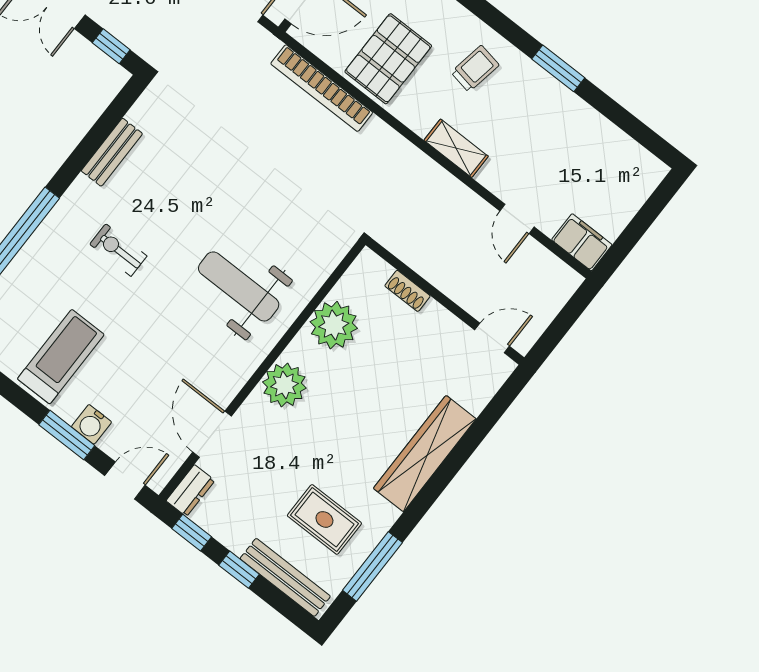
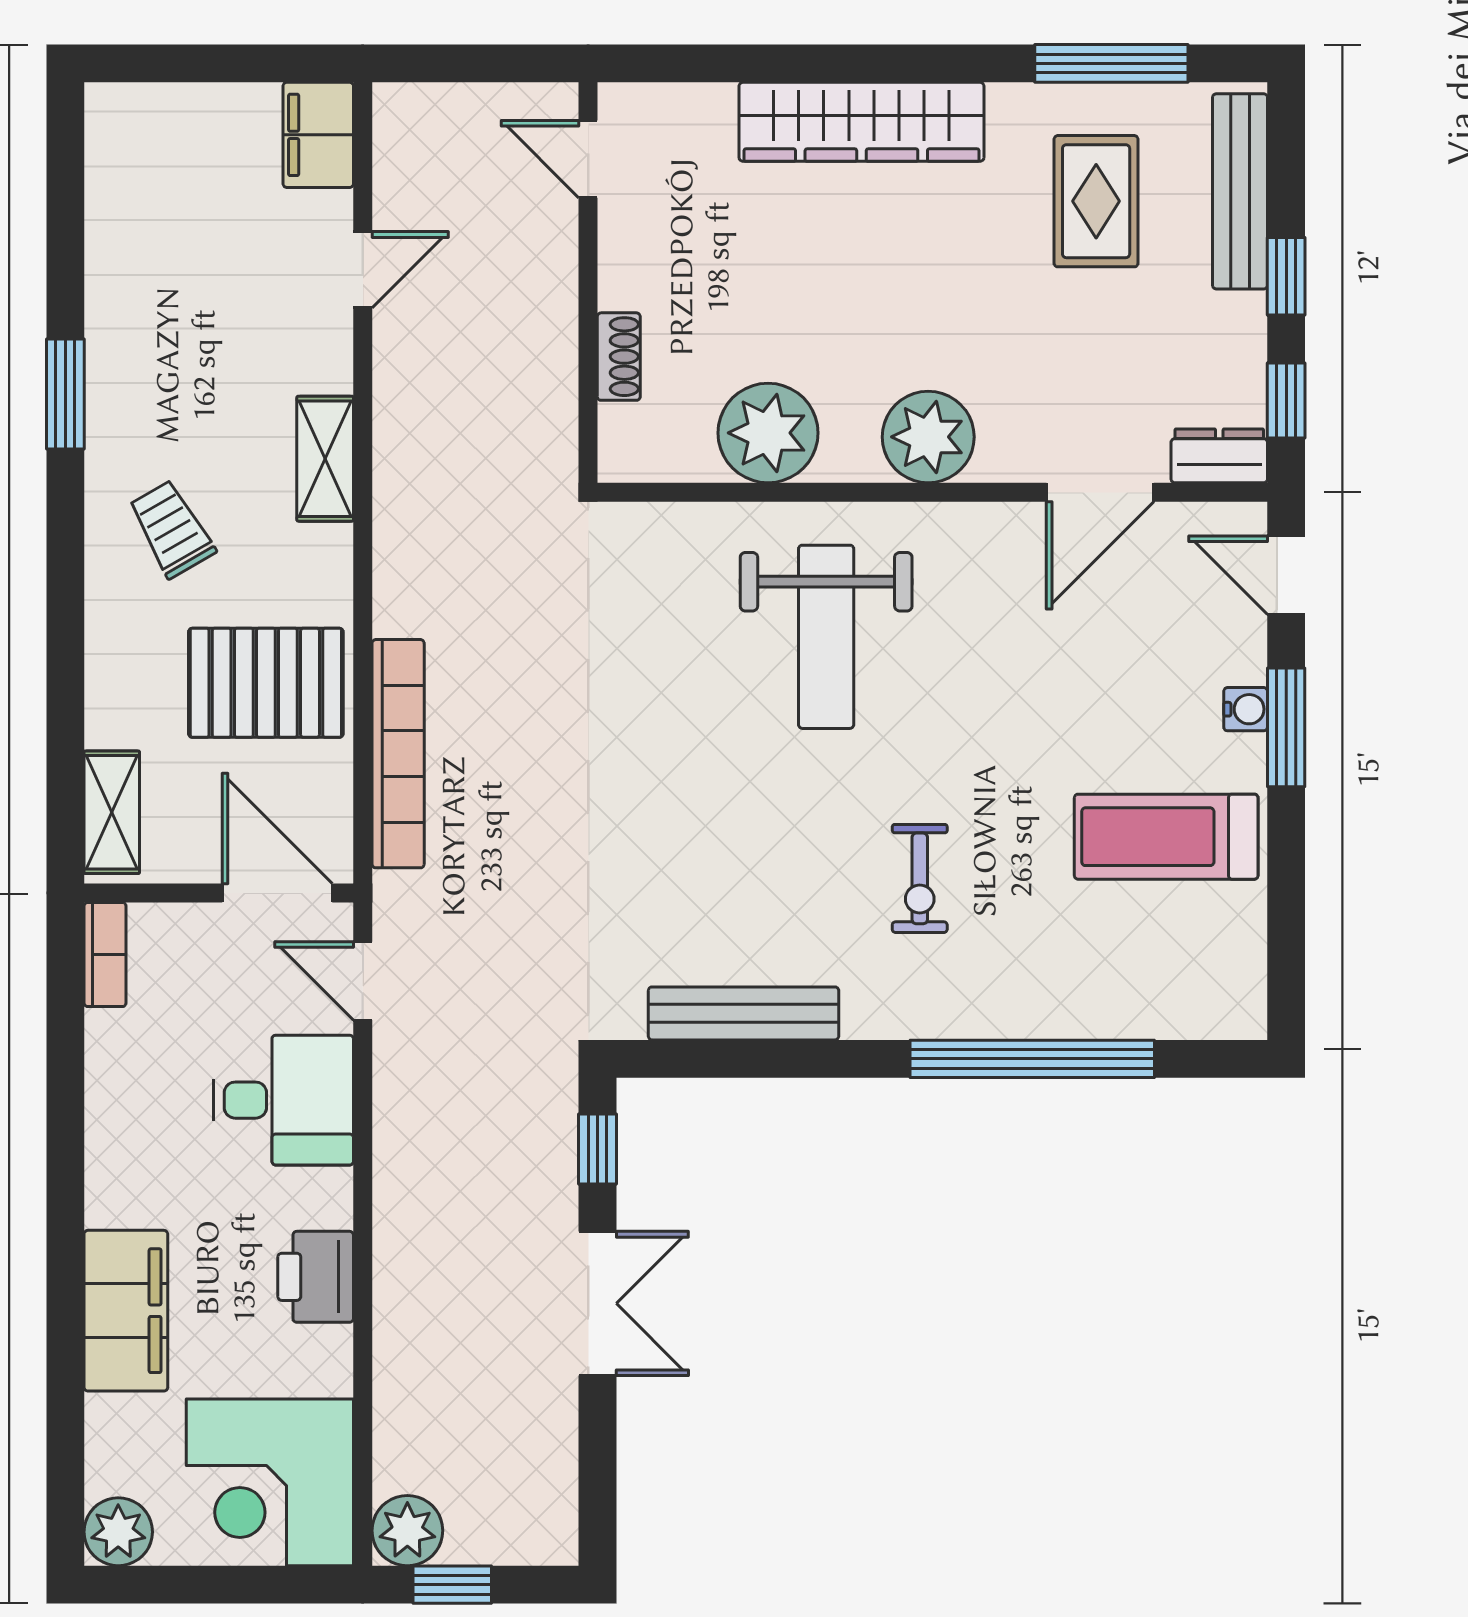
trolley: (475, 69) -> (172, 529), turned 50
bench: (112, 152) -> (744, 1013), width x1.36
water cooler: (91, 424) -> (1246, 709), width x0.72, depth x0.72

